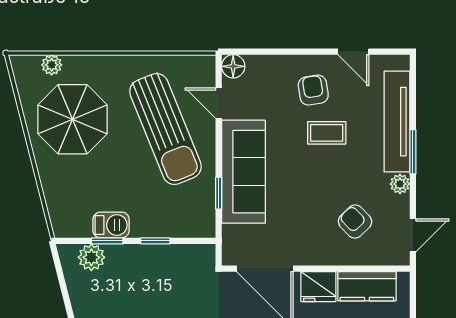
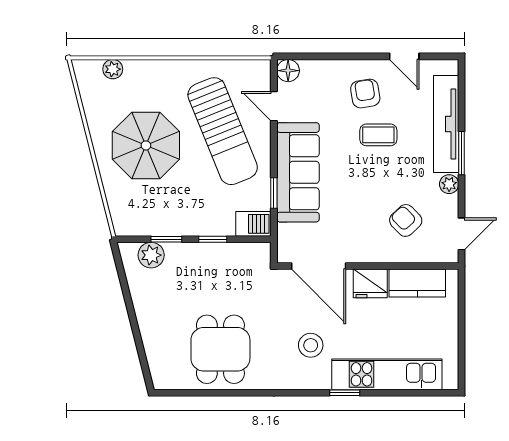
parasol: (72, 119) -> (146, 145), moved
barbecue: (111, 225) -> (253, 224), moved

